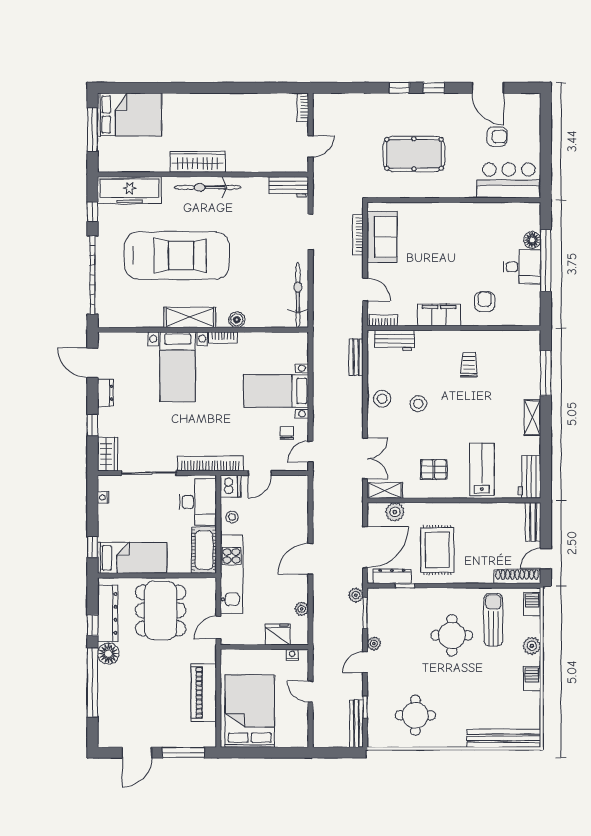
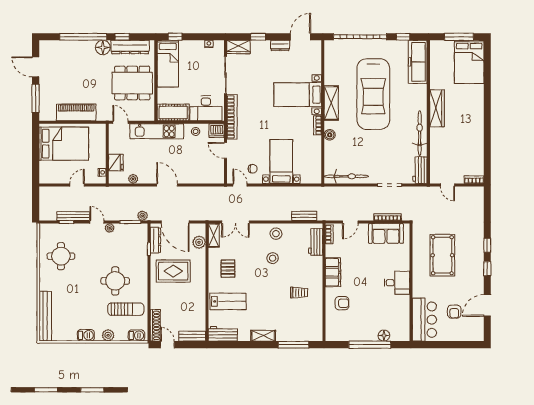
bicycle: (208, 187) -> (420, 133), moved
desk: (522, 267) -> (397, 283), moved, turned -90
bench: (356, 724) -> (73, 216), moved

